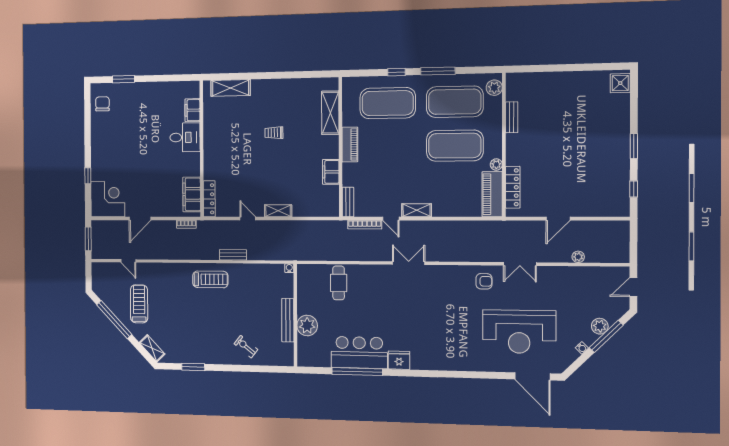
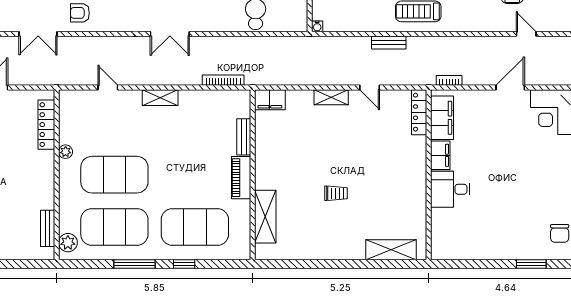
filing cabinet: (193, 110) -> (440, 155), moved
bench: (512, 117) -> (48, 228), moved
filing cabinet: (331, 172) -> (270, 100), moved, turned 90
piano: (492, 194) -> (70, 116), removed
bench: (348, 202) -> (244, 137), moved
door: (391, 219) -> (108, 88), moved
double door: (520, 264) -> (38, 34), swing flipped

